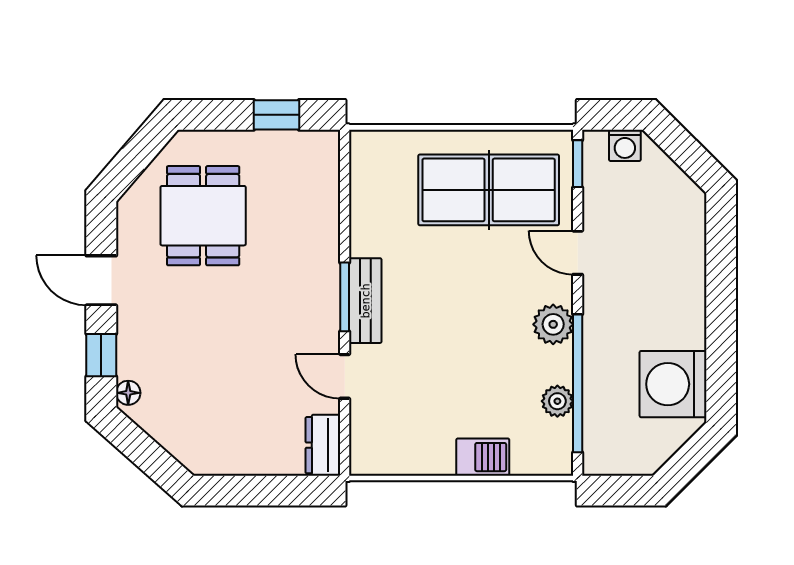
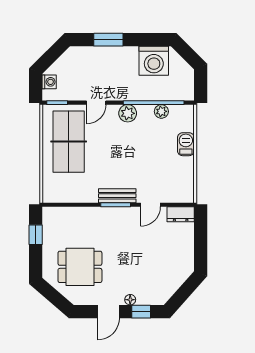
window: (721, 281) -> (108, 40), added
floor lamp: (128, 393) -> (130, 300), moved

